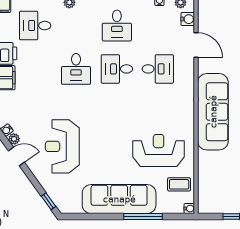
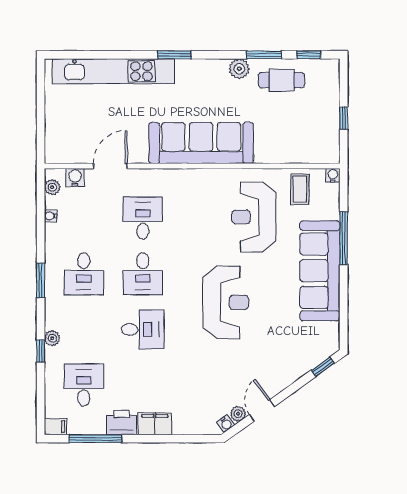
desk: (35, 26) -> (84, 385), turned 180
desk: (117, 26) -> (84, 274), turned 90
reception desk: (62, 146) -> (226, 302), moved, turned -90

